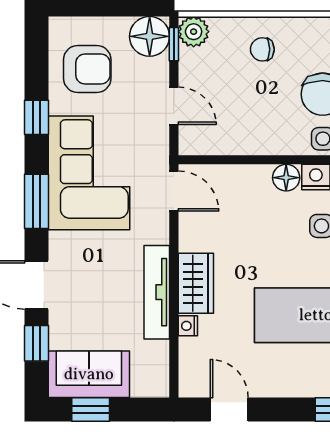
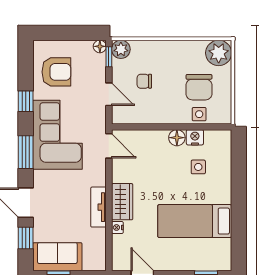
floor lamp: (150, 36) -> (100, 46), width x0.53, depth x0.53
chair: (262, 49) -> (144, 81), moved
tv unit: (157, 292) -> (99, 207), width x0.71

